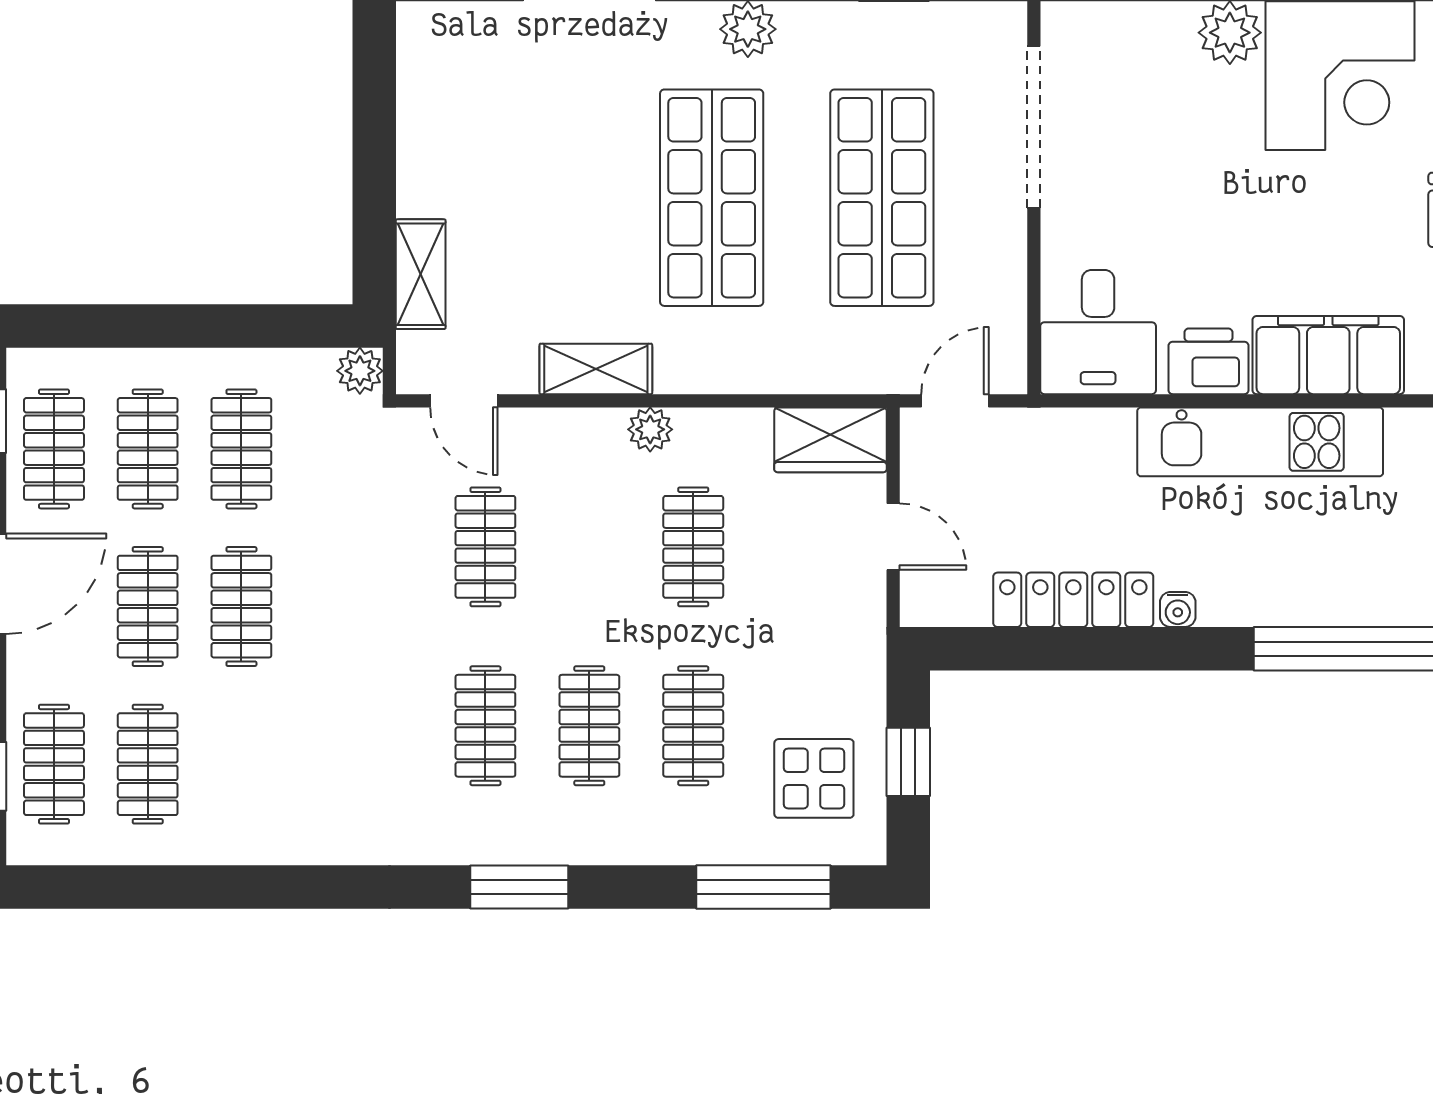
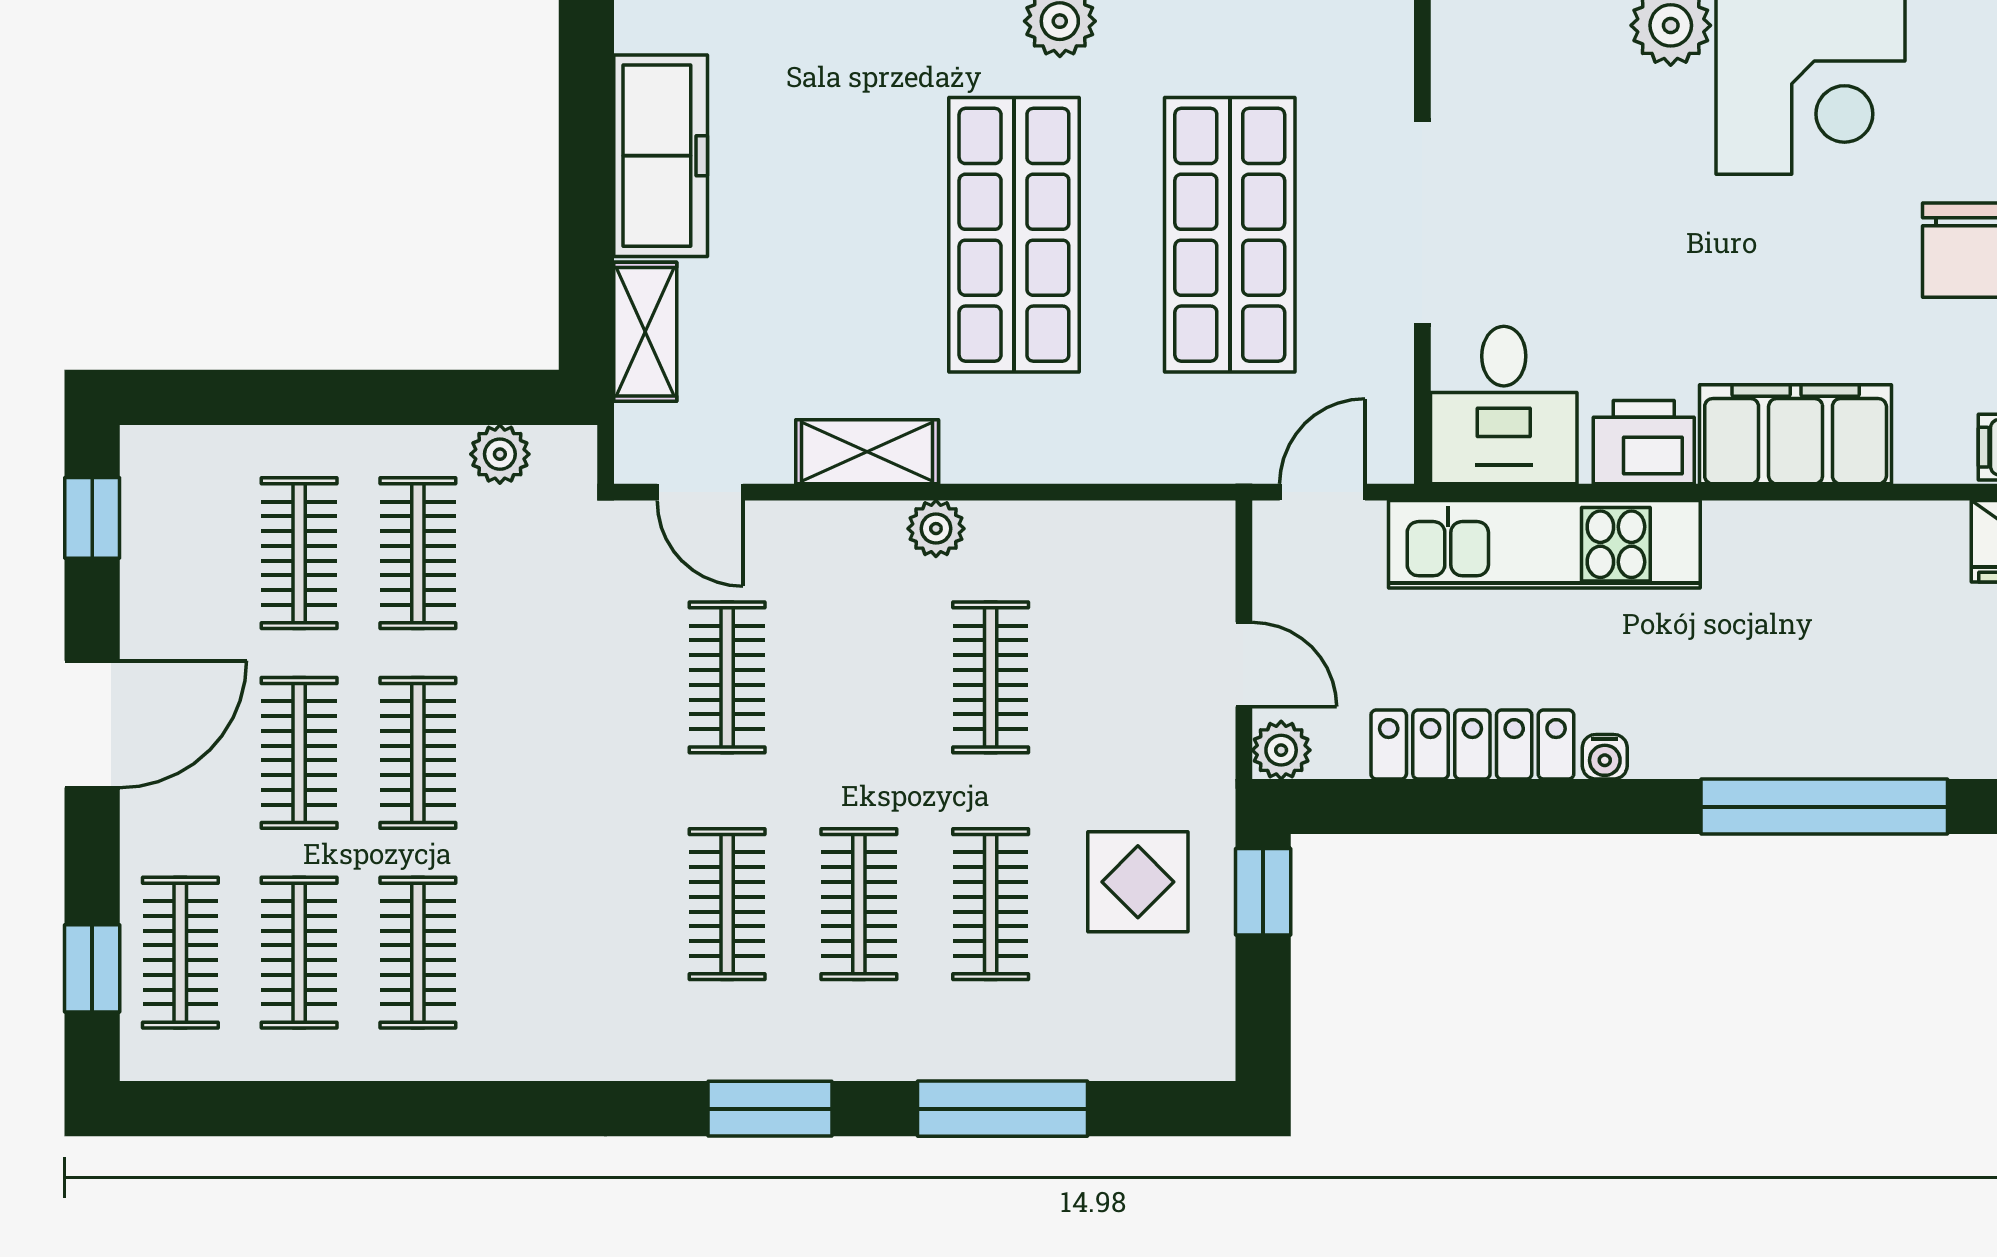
doorway: (1034, 127) -> (1422, 223), moved
freezer: (433, 135) -> (661, 156), added
plant: (360, 371) -> (500, 454), moved
wardrobe: (830, 440) -> (1165, 542), removed
kitchen unit: (1260, 442) -> (1544, 544), moved
clothes rail: (54, 449) -> (418, 953), moved
plant: (922, 604) -> (1281, 750), added
window: (908, 762) -> (1263, 892), moved
display table: (814, 778) -> (1138, 882), moved
window: (763, 887) -> (1003, 1109), moved

